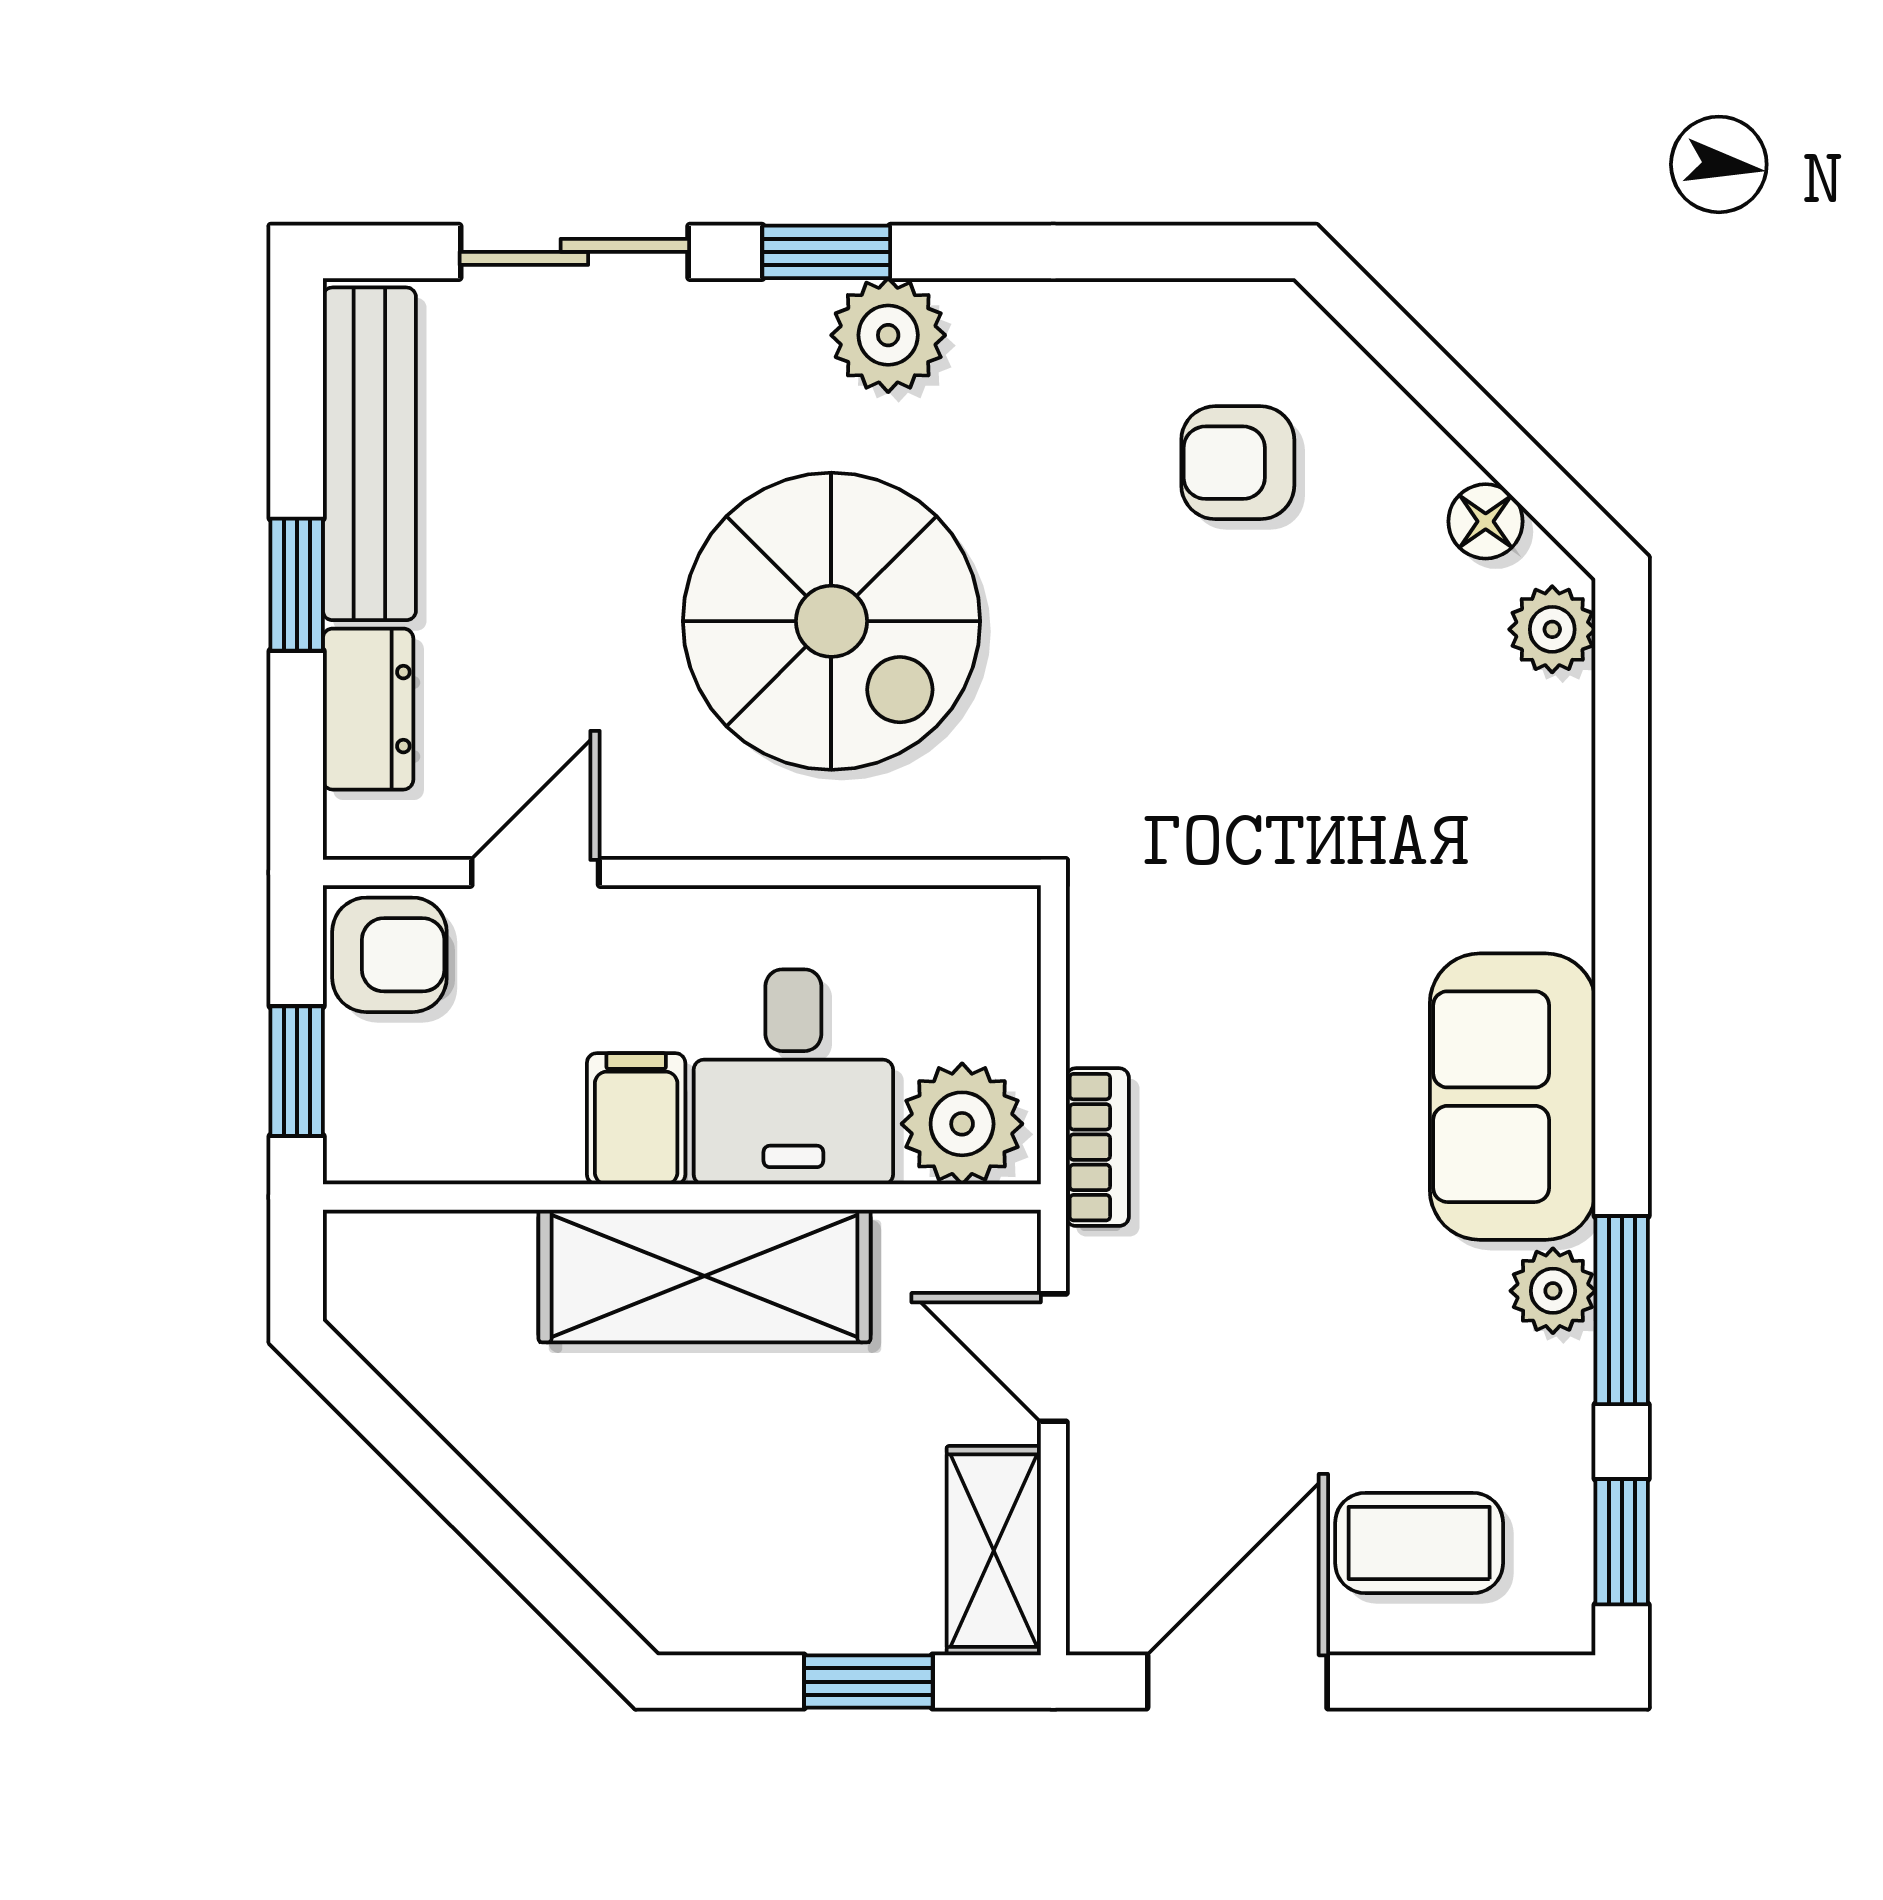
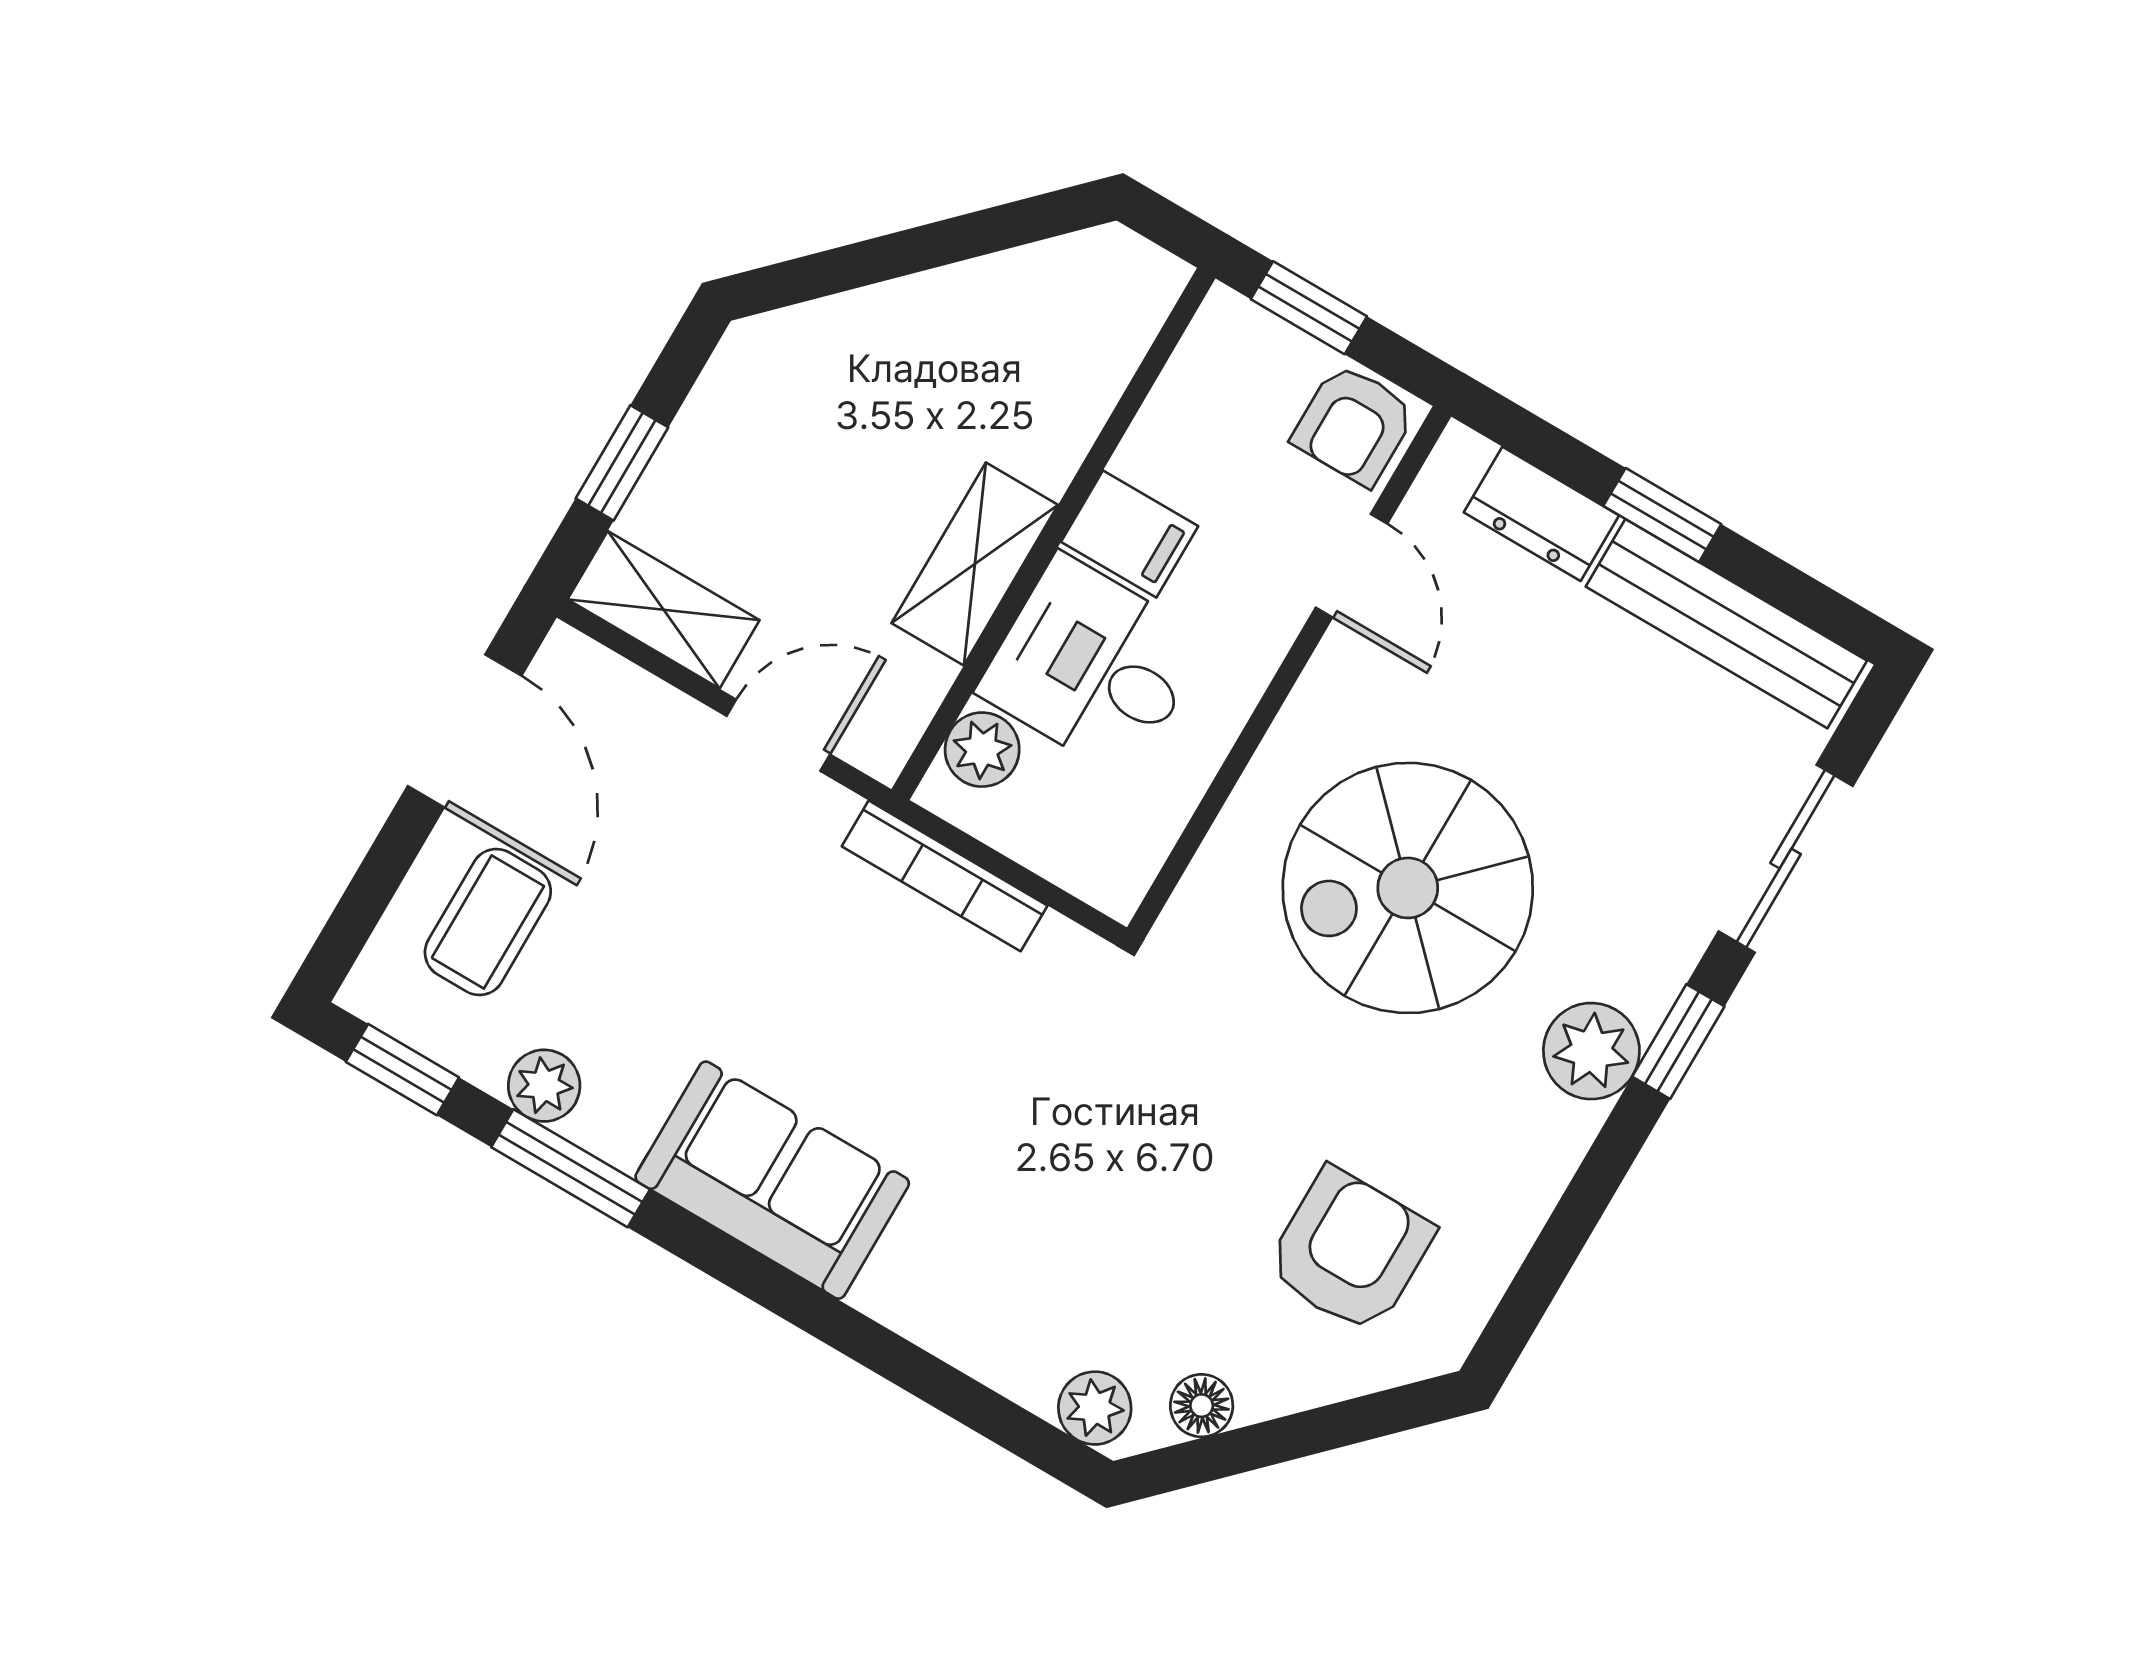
armchair: (1238, 463) -> (1350, 1251), width x1.38, depth x1.38
plant: (962, 1124) -> (982, 750), width x0.73, depth x0.73
bookcase: (1097, 1147) -> (945, 876), width x1.56
shelving: (705, 1276) -> (975, 564), width x0.67, depth x0.75
plant: (1553, 1291) -> (544, 1086), moved

